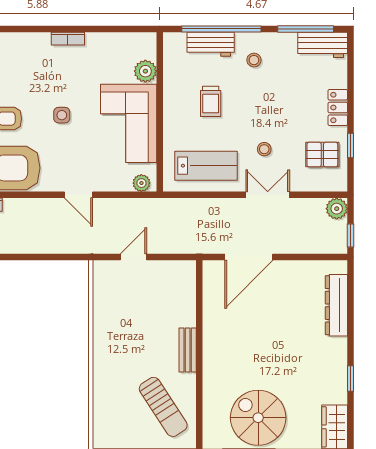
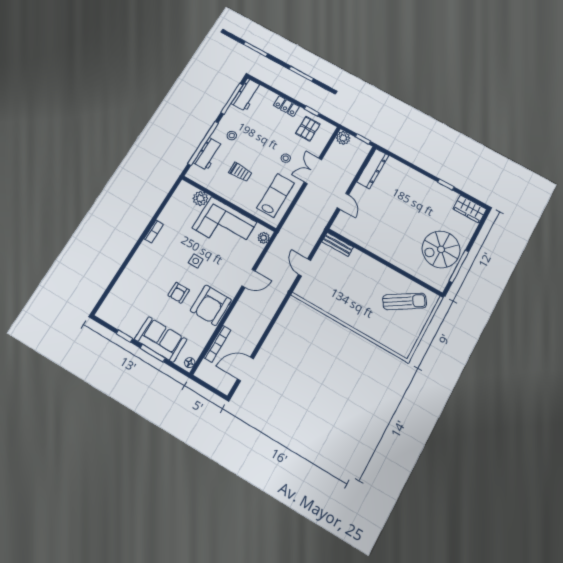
door: (249, 257) -> (343, 201), width x0.53
dresser: (336, 305) -> (373, 169), moved, turned -90
bench: (188, 350) -> (338, 244), moved

